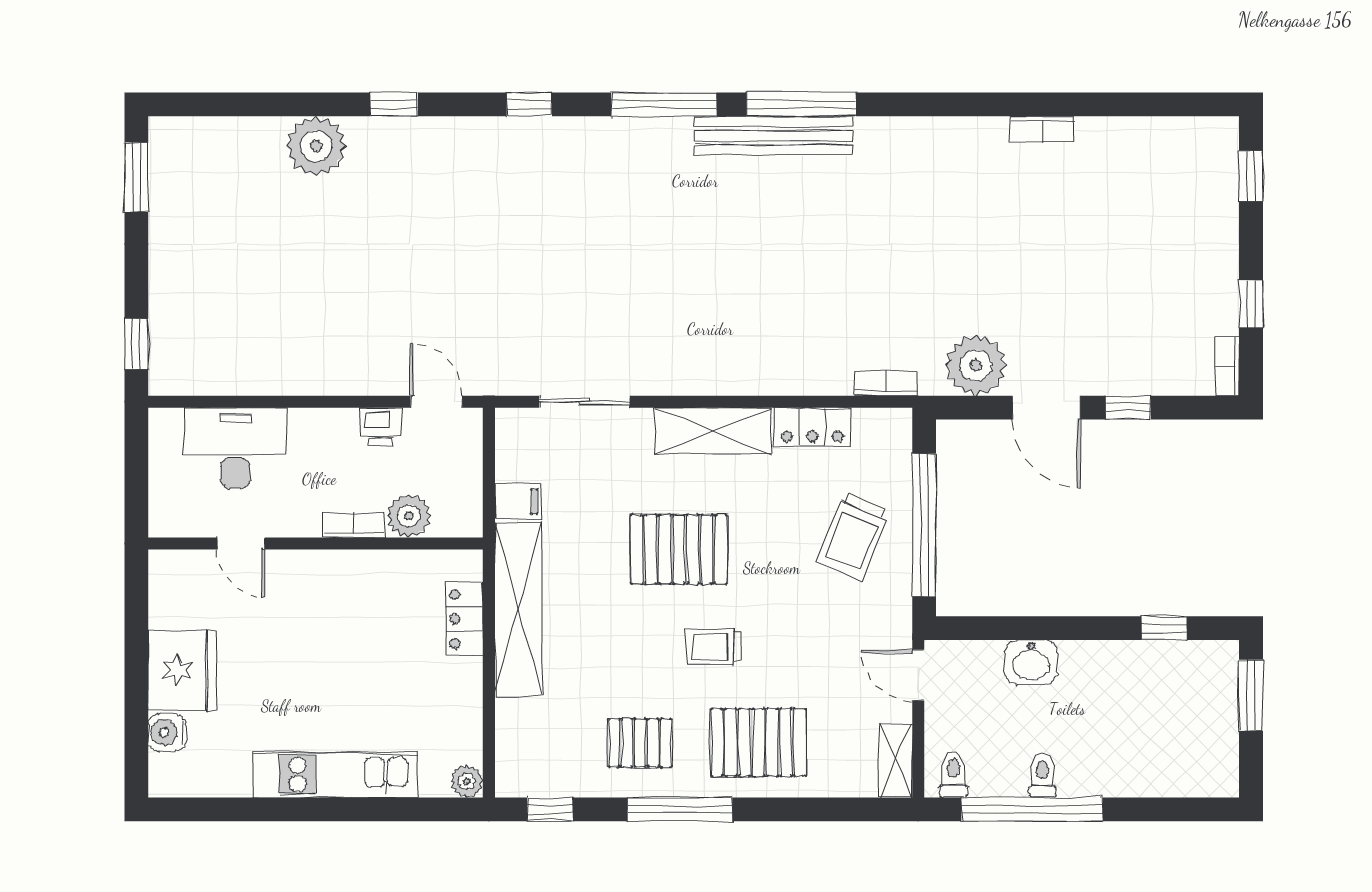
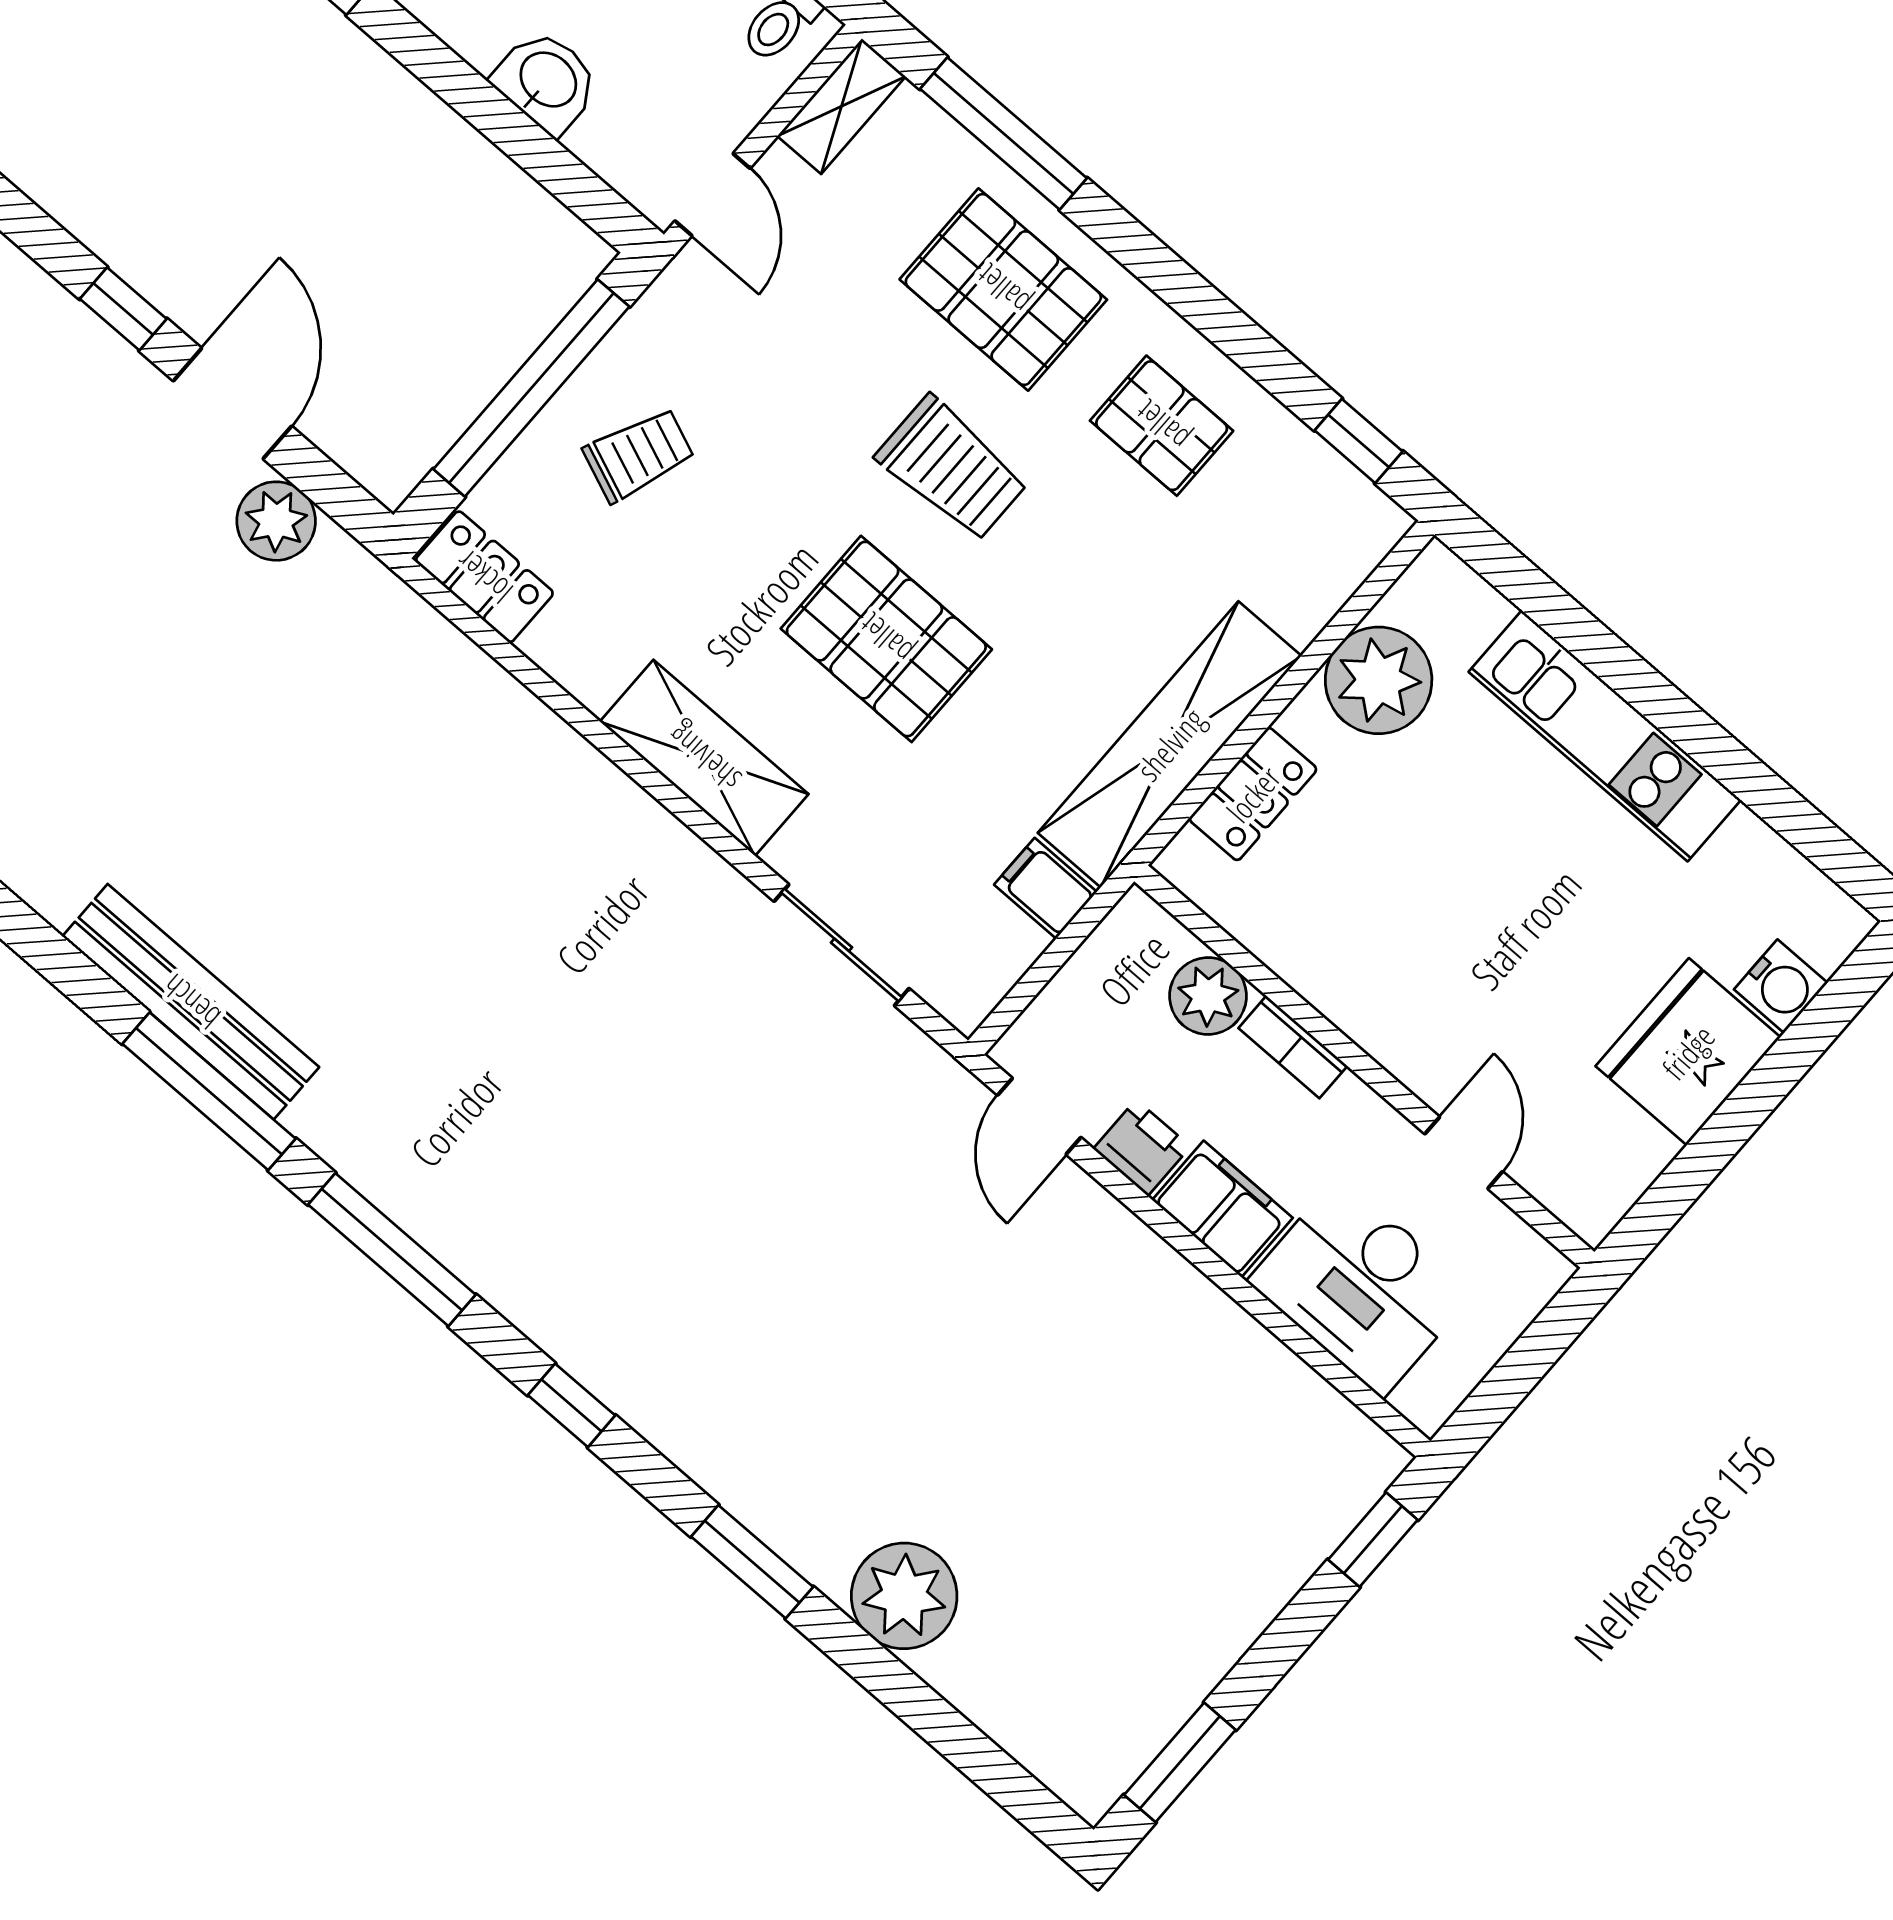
window: (394, 104) -> (752, 1562), width x1.50
bench: (774, 136) -> (191, 1002), moved
plant: (976, 365) -> (276, 521), width x0.73, depth x0.73
bookcase: (886, 383) -> (419, 622), removed
locker: (812, 427) -> (484, 577), moved
filing cabinet: (323, 430) -> (1222, 1209), added
trolley: (853, 536) -> (639, 455), width x0.73, depth x0.72
trolley: (714, 647) -> (952, 469), width x1.36, depth x1.39
plant: (467, 781) -> (1379, 680), moved, width x1.87, depth x1.87
window: (680, 809) -> (1004, 133), moved

